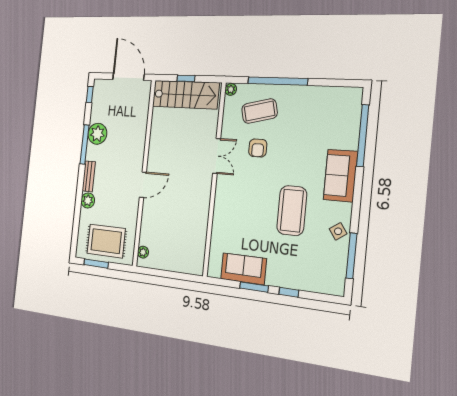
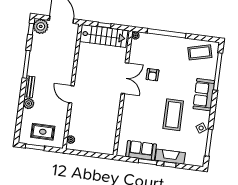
coffee table: (259, 111) -> (200, 52), moved
plant: (97, 134) -> (41, 26), moved
double door: (217, 156) -> (125, 78), width x1.37
door: (143, 185) -> (71, 94), swing flipped
rug: (106, 241) -> (43, 132), width x0.73, depth x0.70
fireplace: (289, 279) -> (170, 157), added

